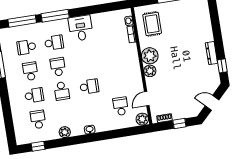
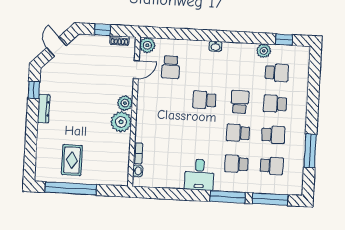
rug: (152, 24) -> (72, 160), moved
school desk: (58, 67) -> (238, 133), turned 90
school desk: (30, 71) -> (273, 135), turned -90
door: (212, 103) -> (56, 47), swing flipped
school desk: (38, 119) -> (277, 73), turned -90
plant: (65, 132) -> (264, 51), moved

